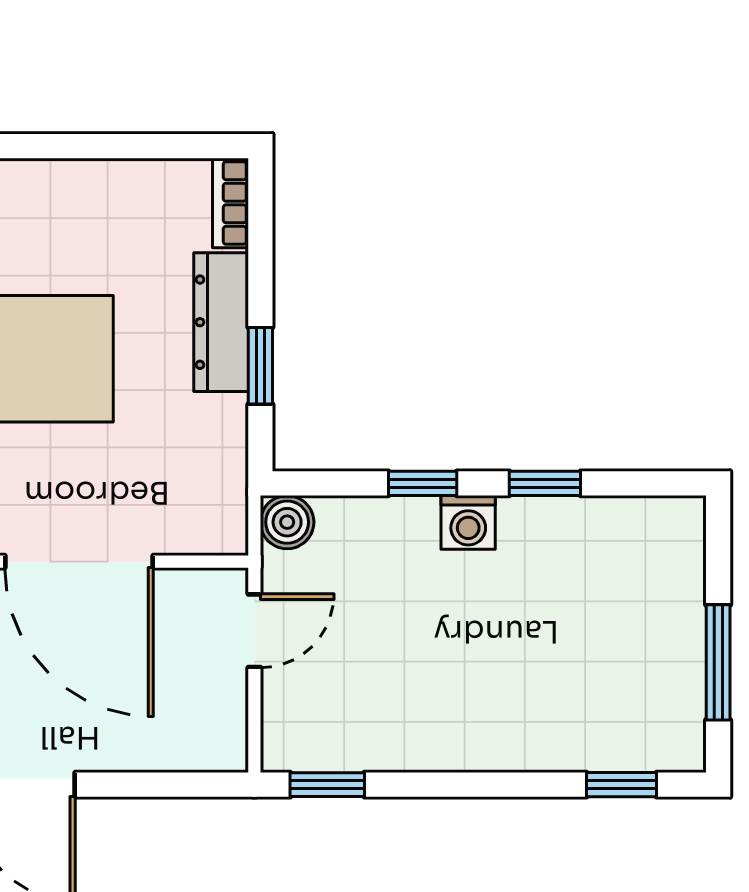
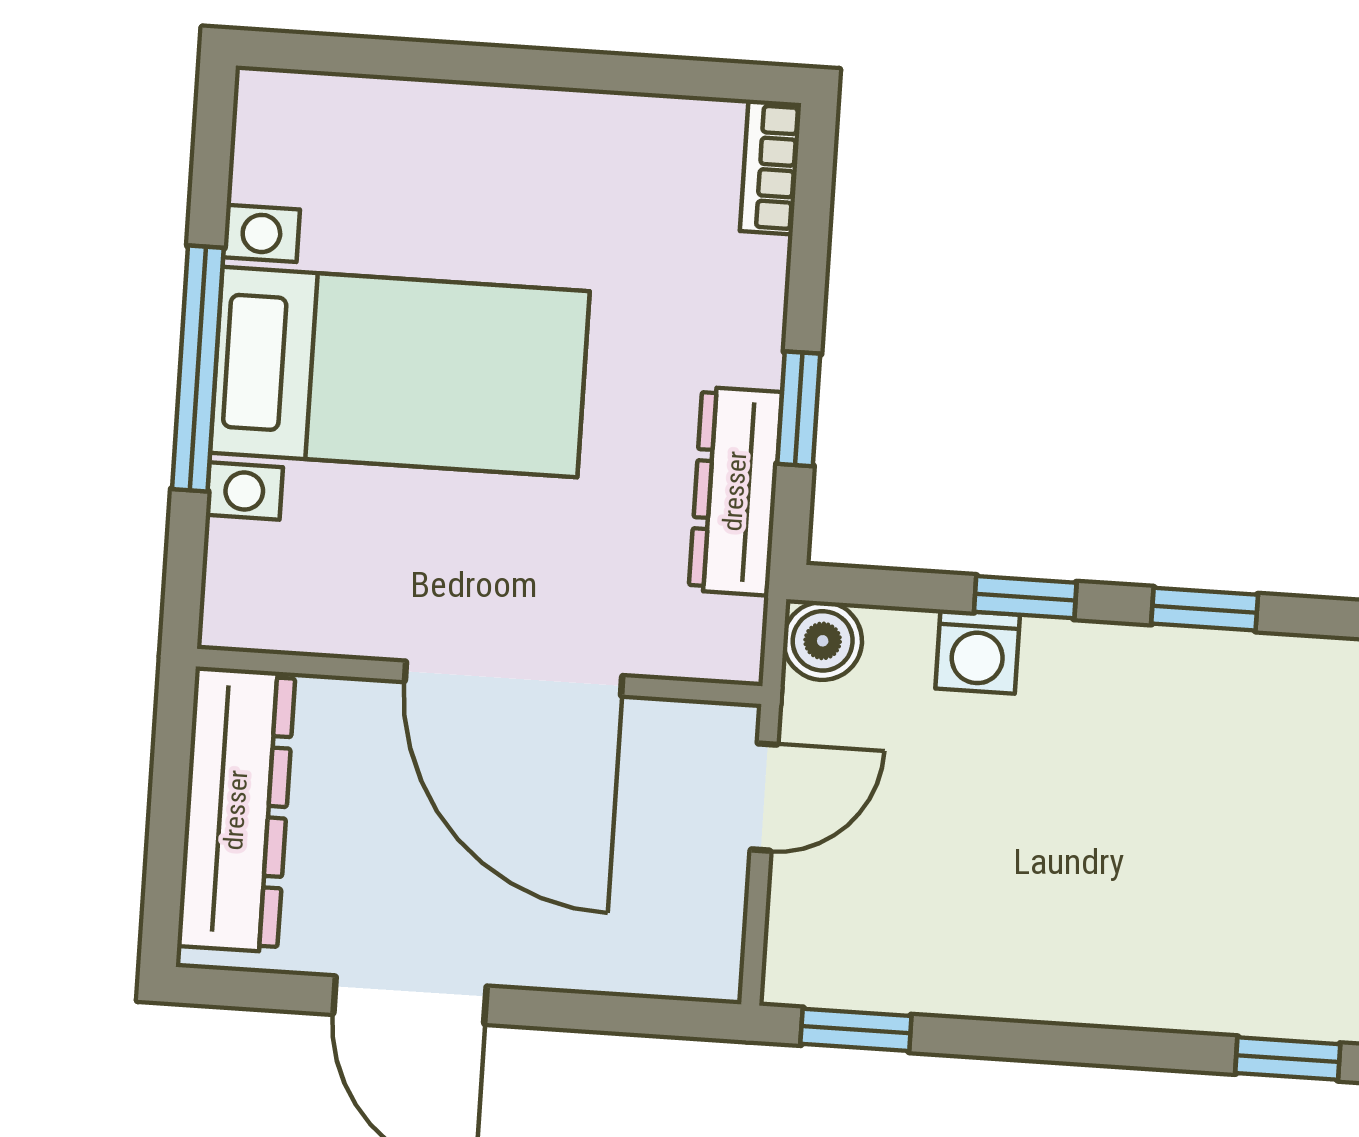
dresser: (221, 322) -> (735, 491), moved
washing machine: (468, 522) -> (978, 652), moved

